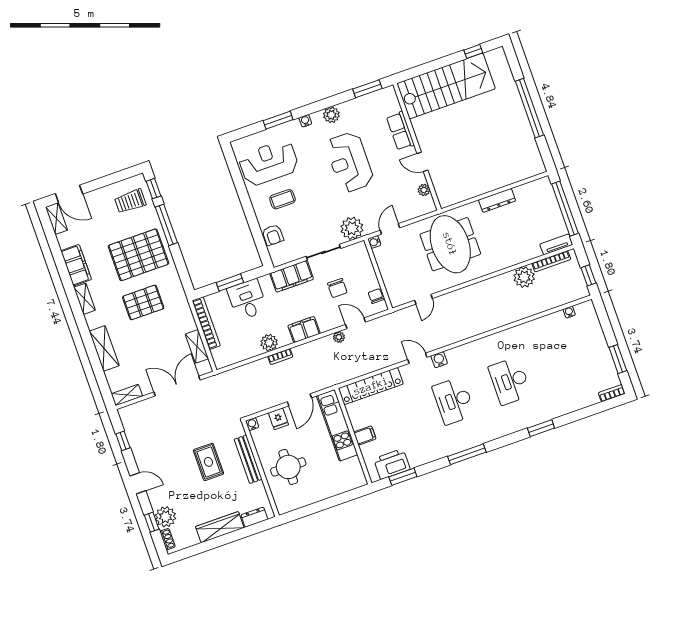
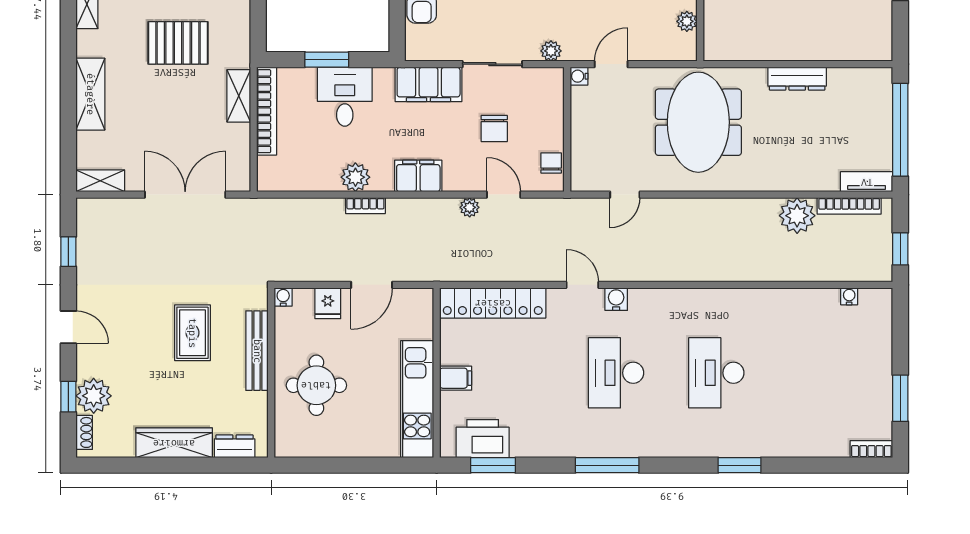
plant: (352, 228) -> (551, 51), width x0.53, depth x0.53
shelving: (197, 346) -> (239, 96), moved
kitchen unit: (337, 425) -> (417, 399), moved

